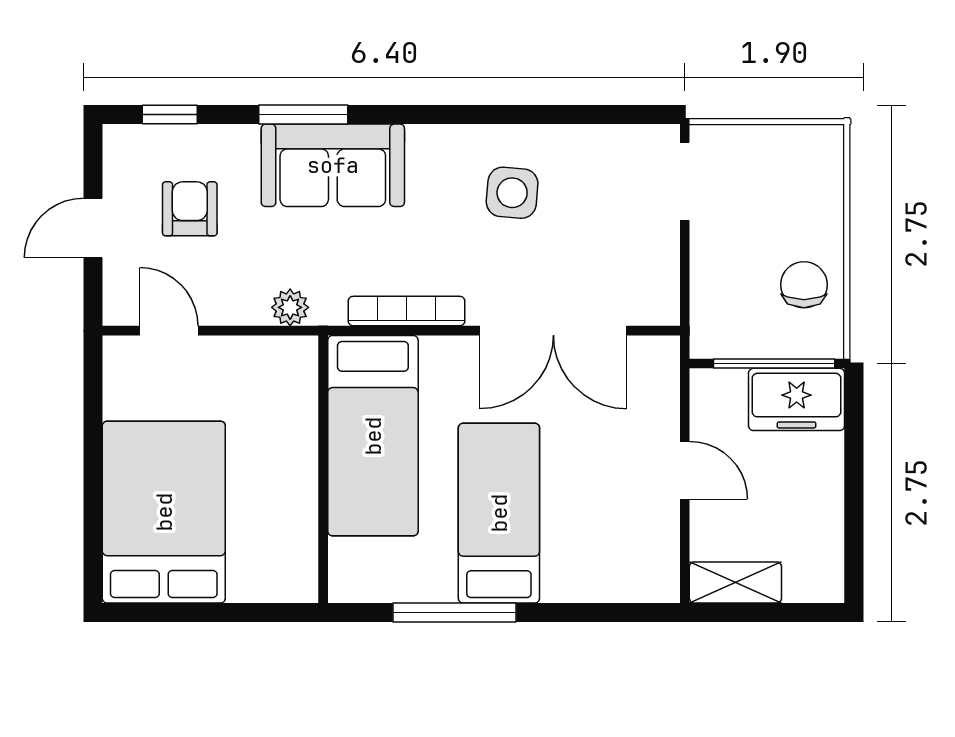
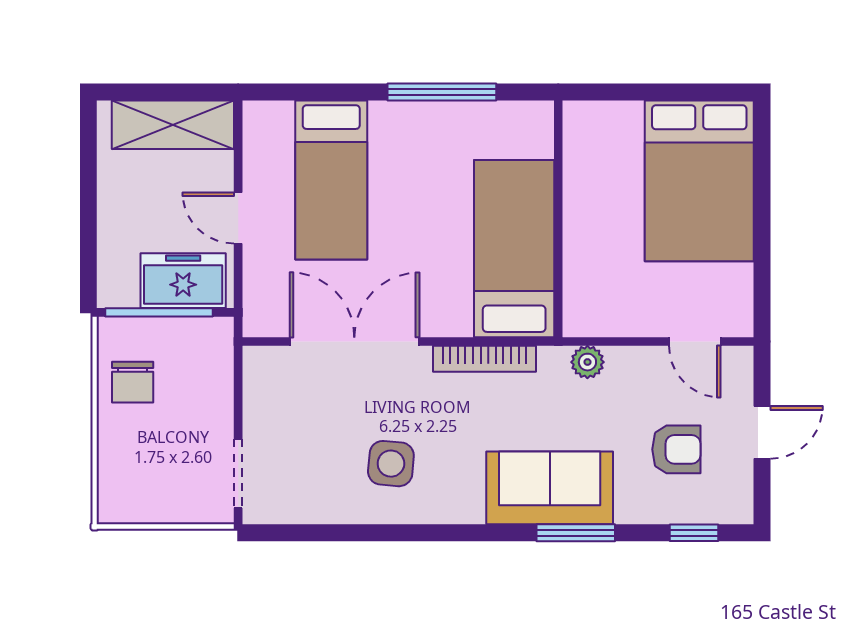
armchair: (190, 209) -> (676, 449), turned -90
freezer: (797, 399) -> (183, 281), moved
bed: (499, 513) -> (331, 180), moved
shelving: (735, 582) -> (173, 125), width x1.50, depth x1.33

